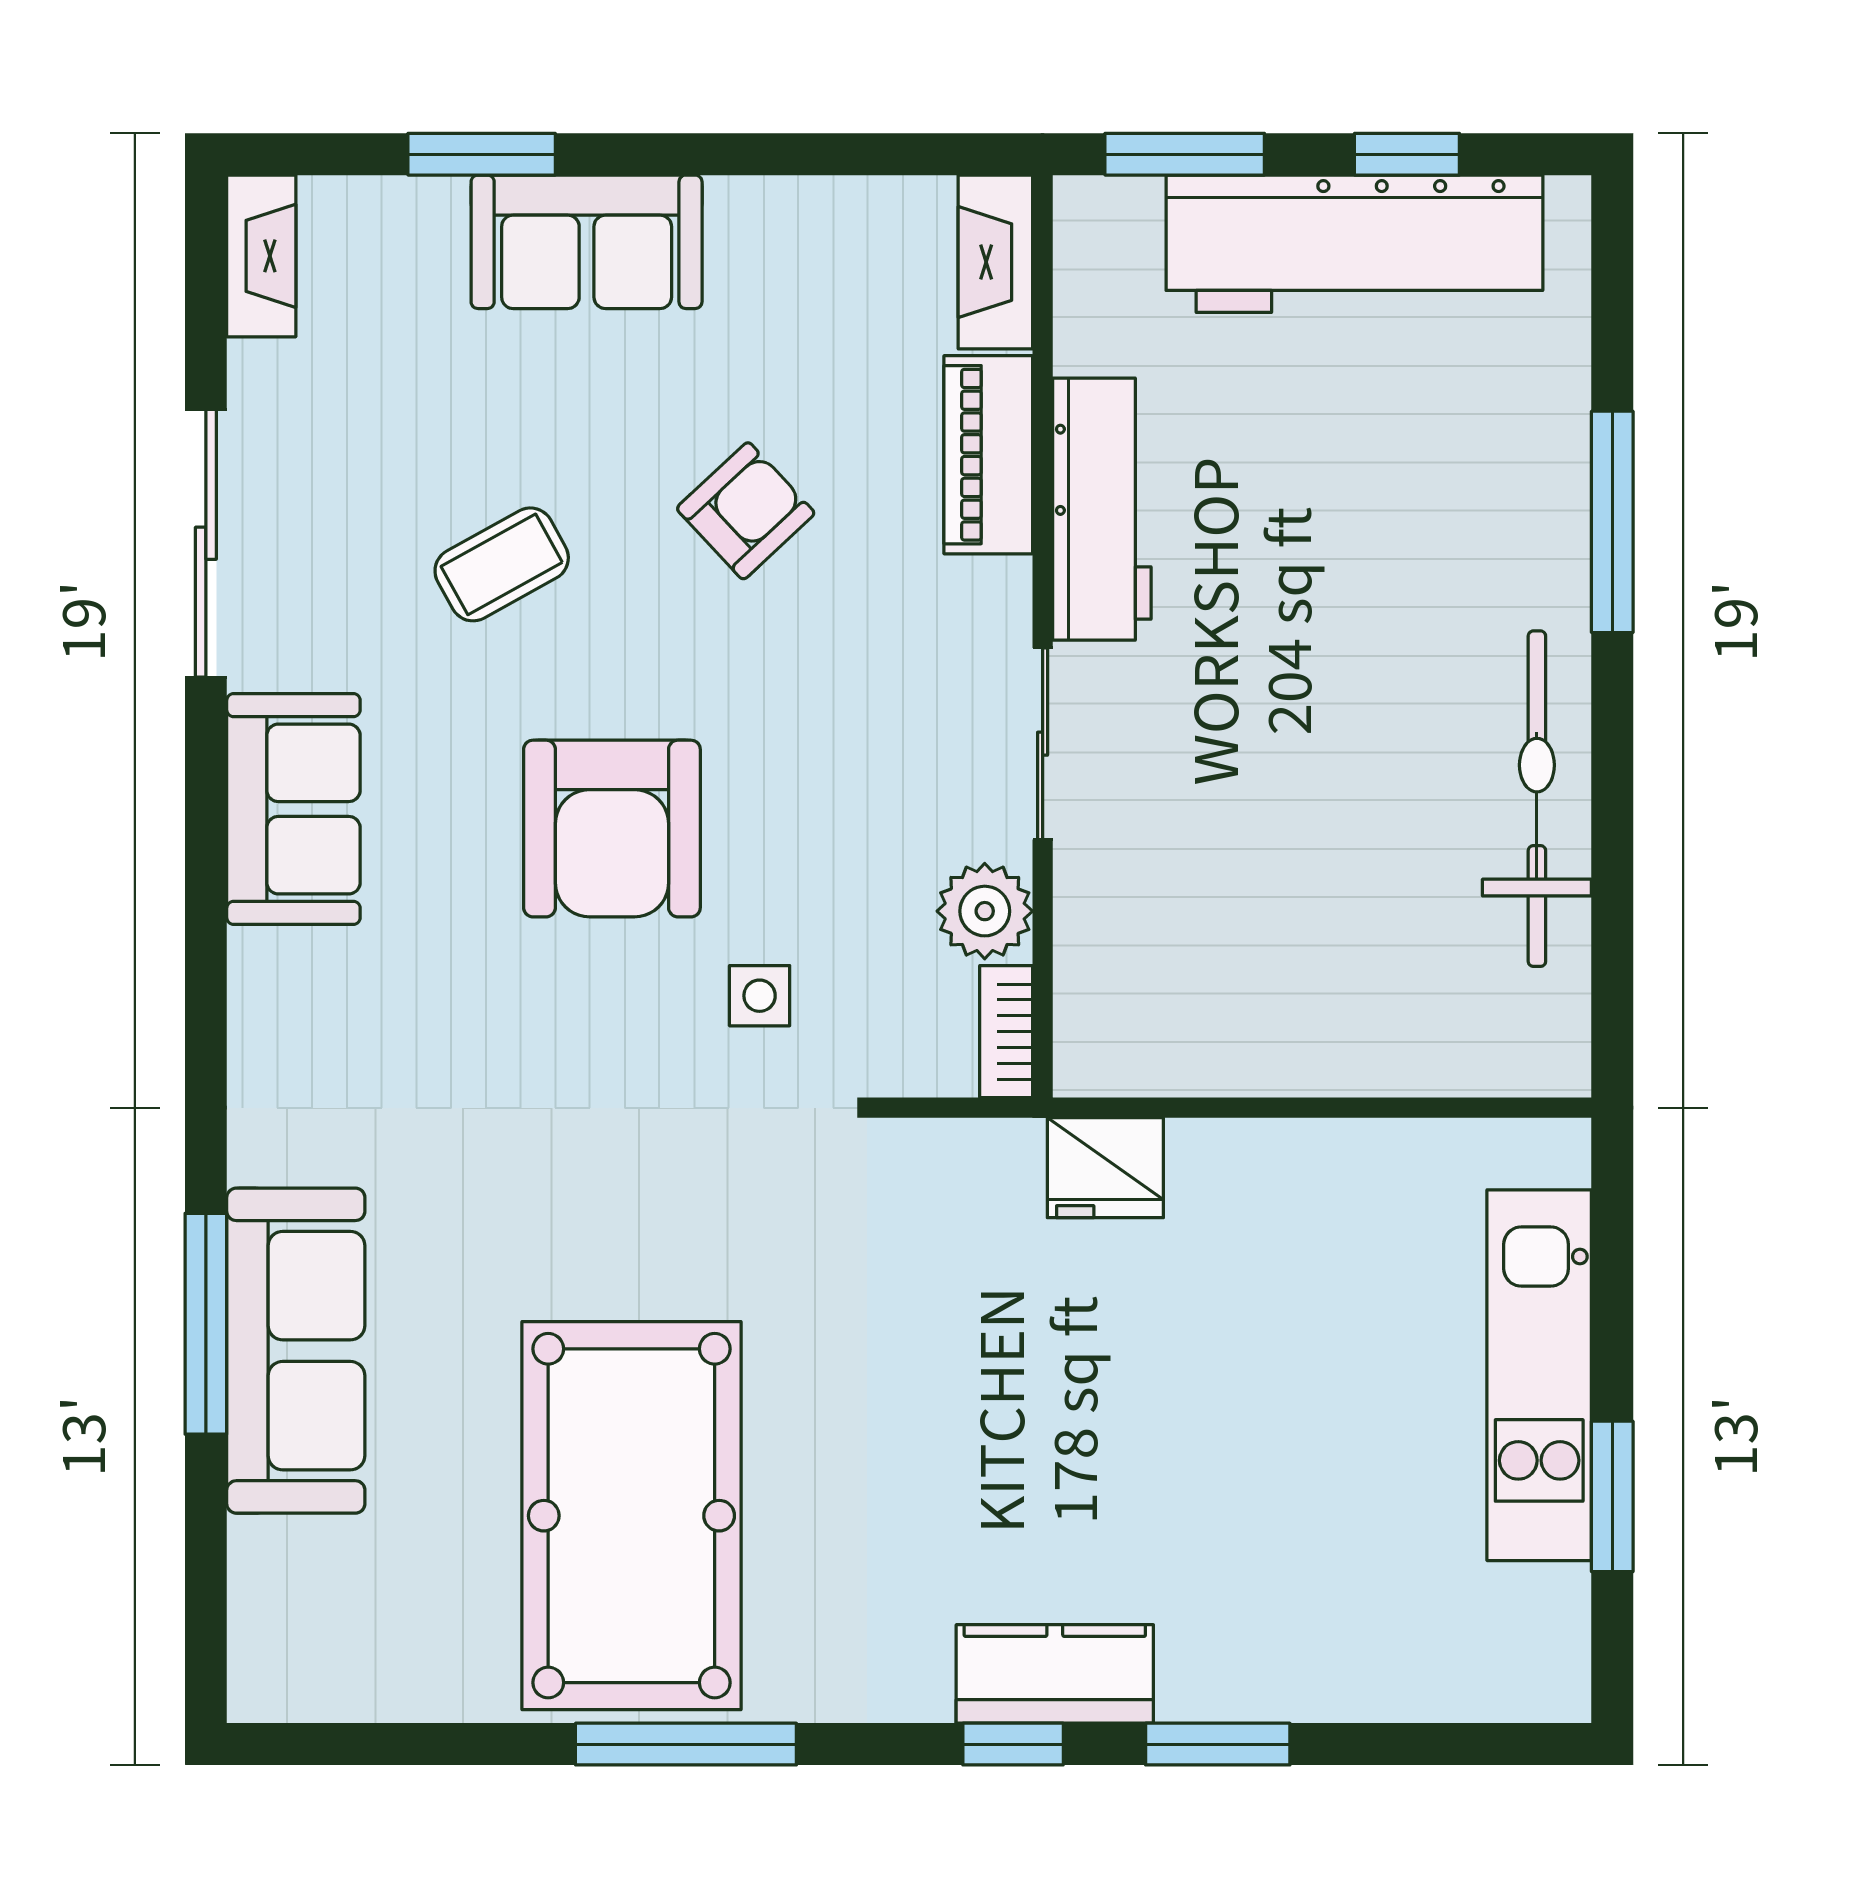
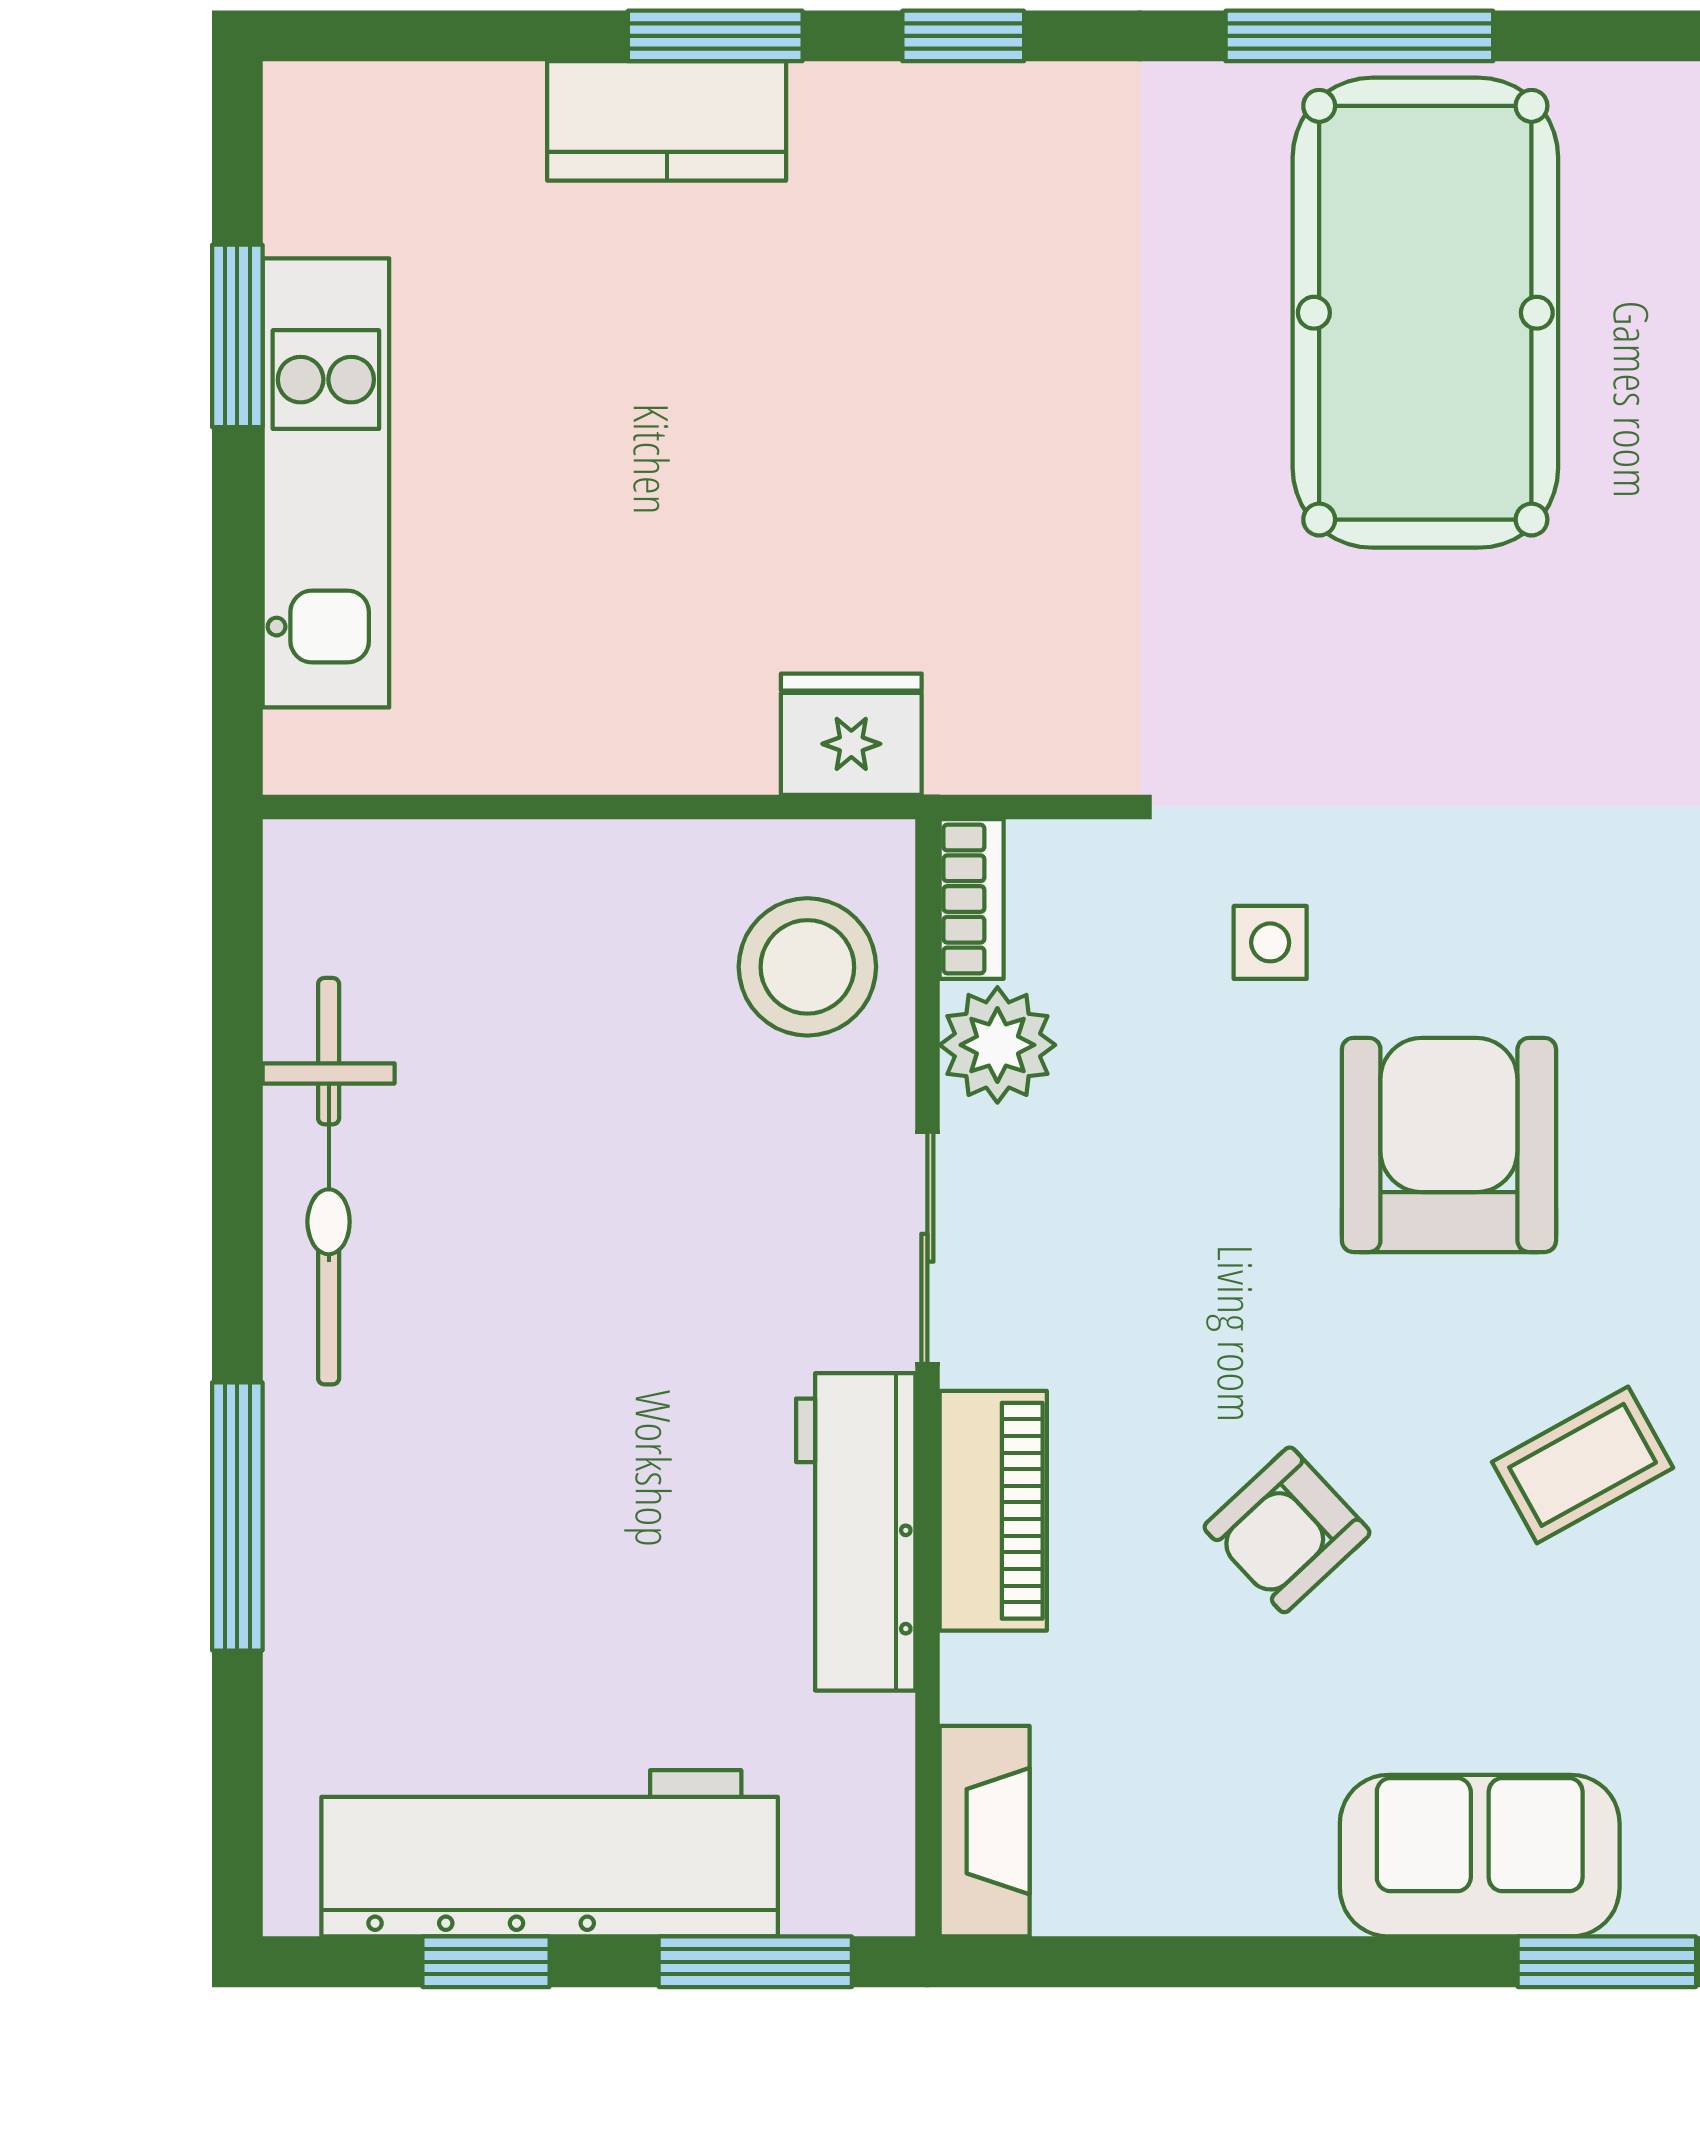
piano: (988, 455) -> (993, 1511), moved
stool: (1142, 976) -> (807, 967), added
kitchen counter: (1055, 1674) -> (667, 121), moved

